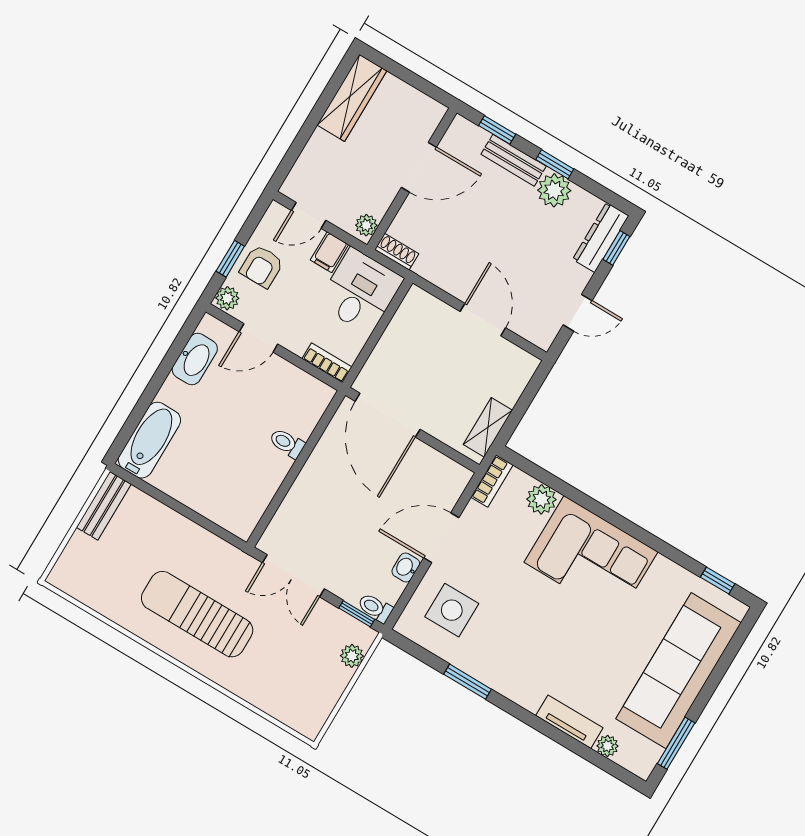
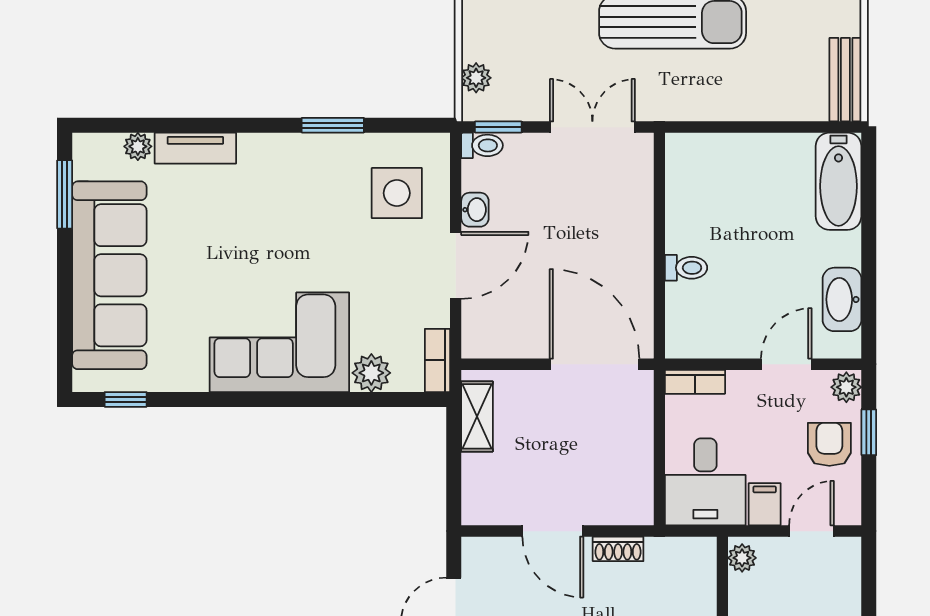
shoe rack: (397, 252) -> (618, 549), moved

